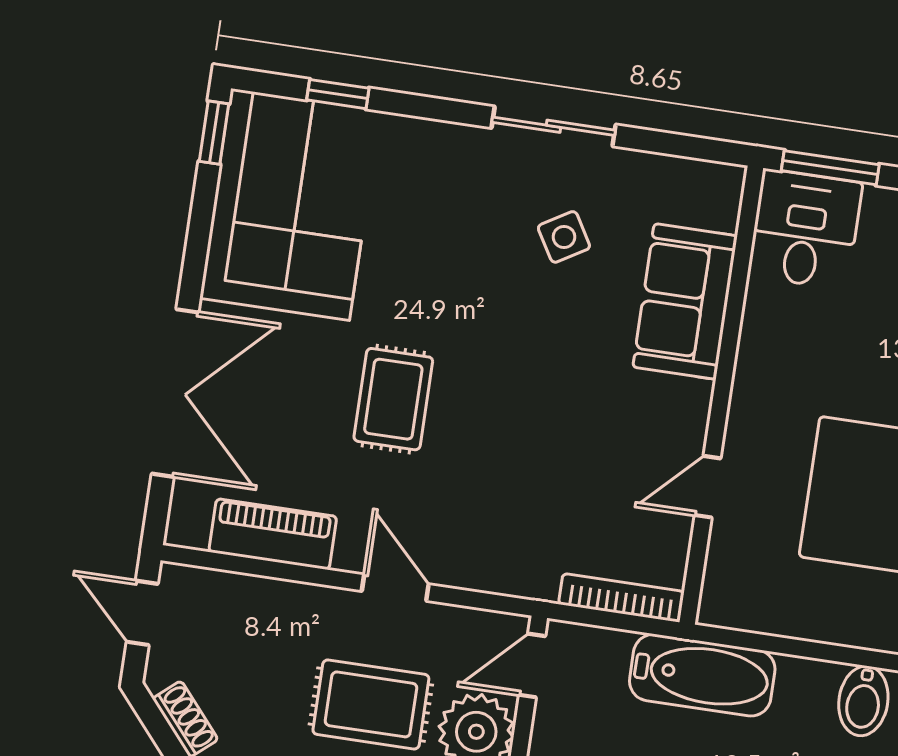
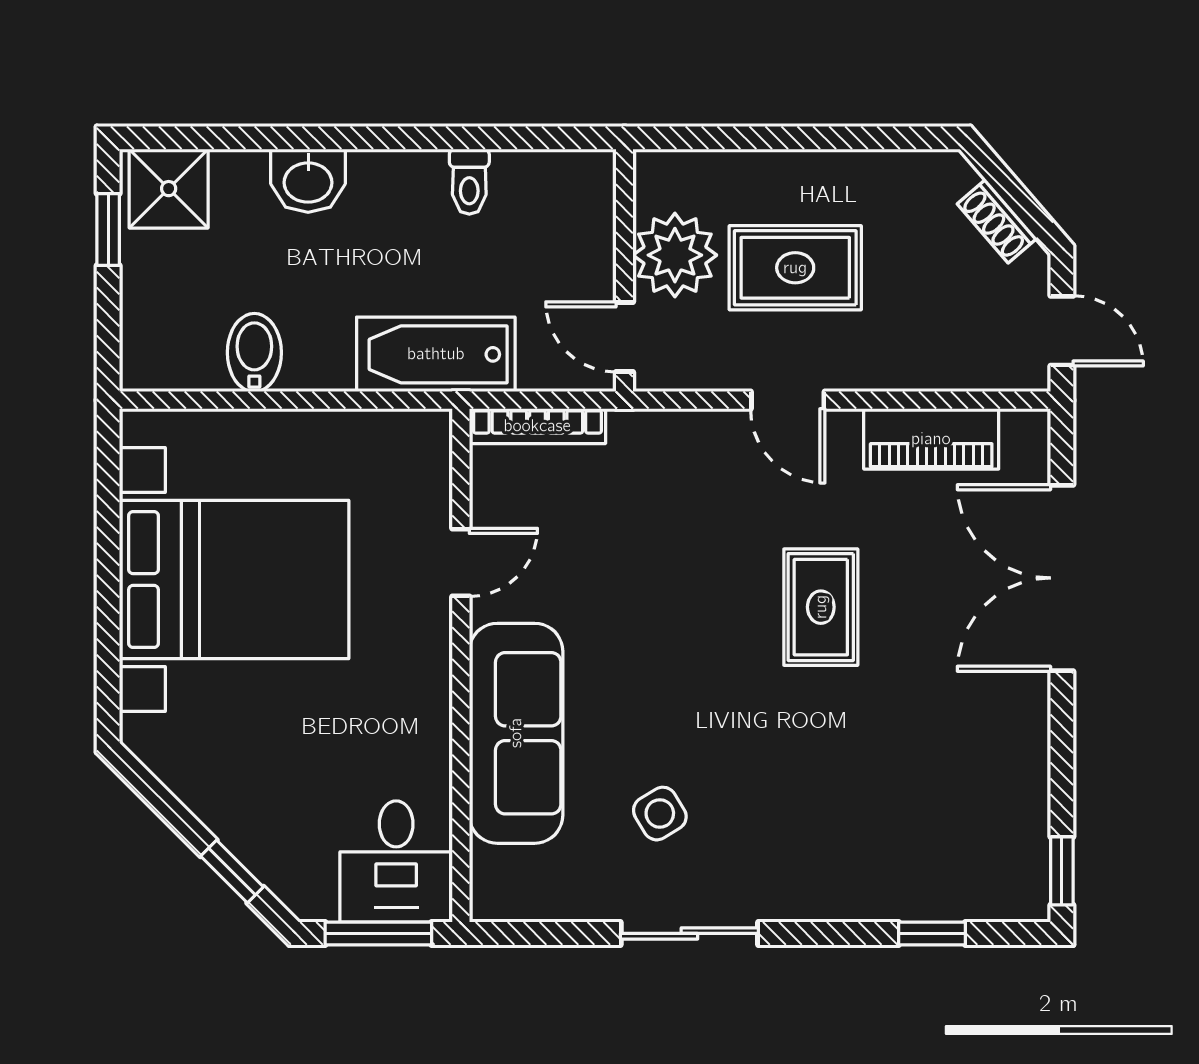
corner sofa: (290, 204) -> (966, 804), removed
sofa: (685, 301) -> (516, 733), width x1.36
door: (532, 666) -> (624, 337), swing flipped

